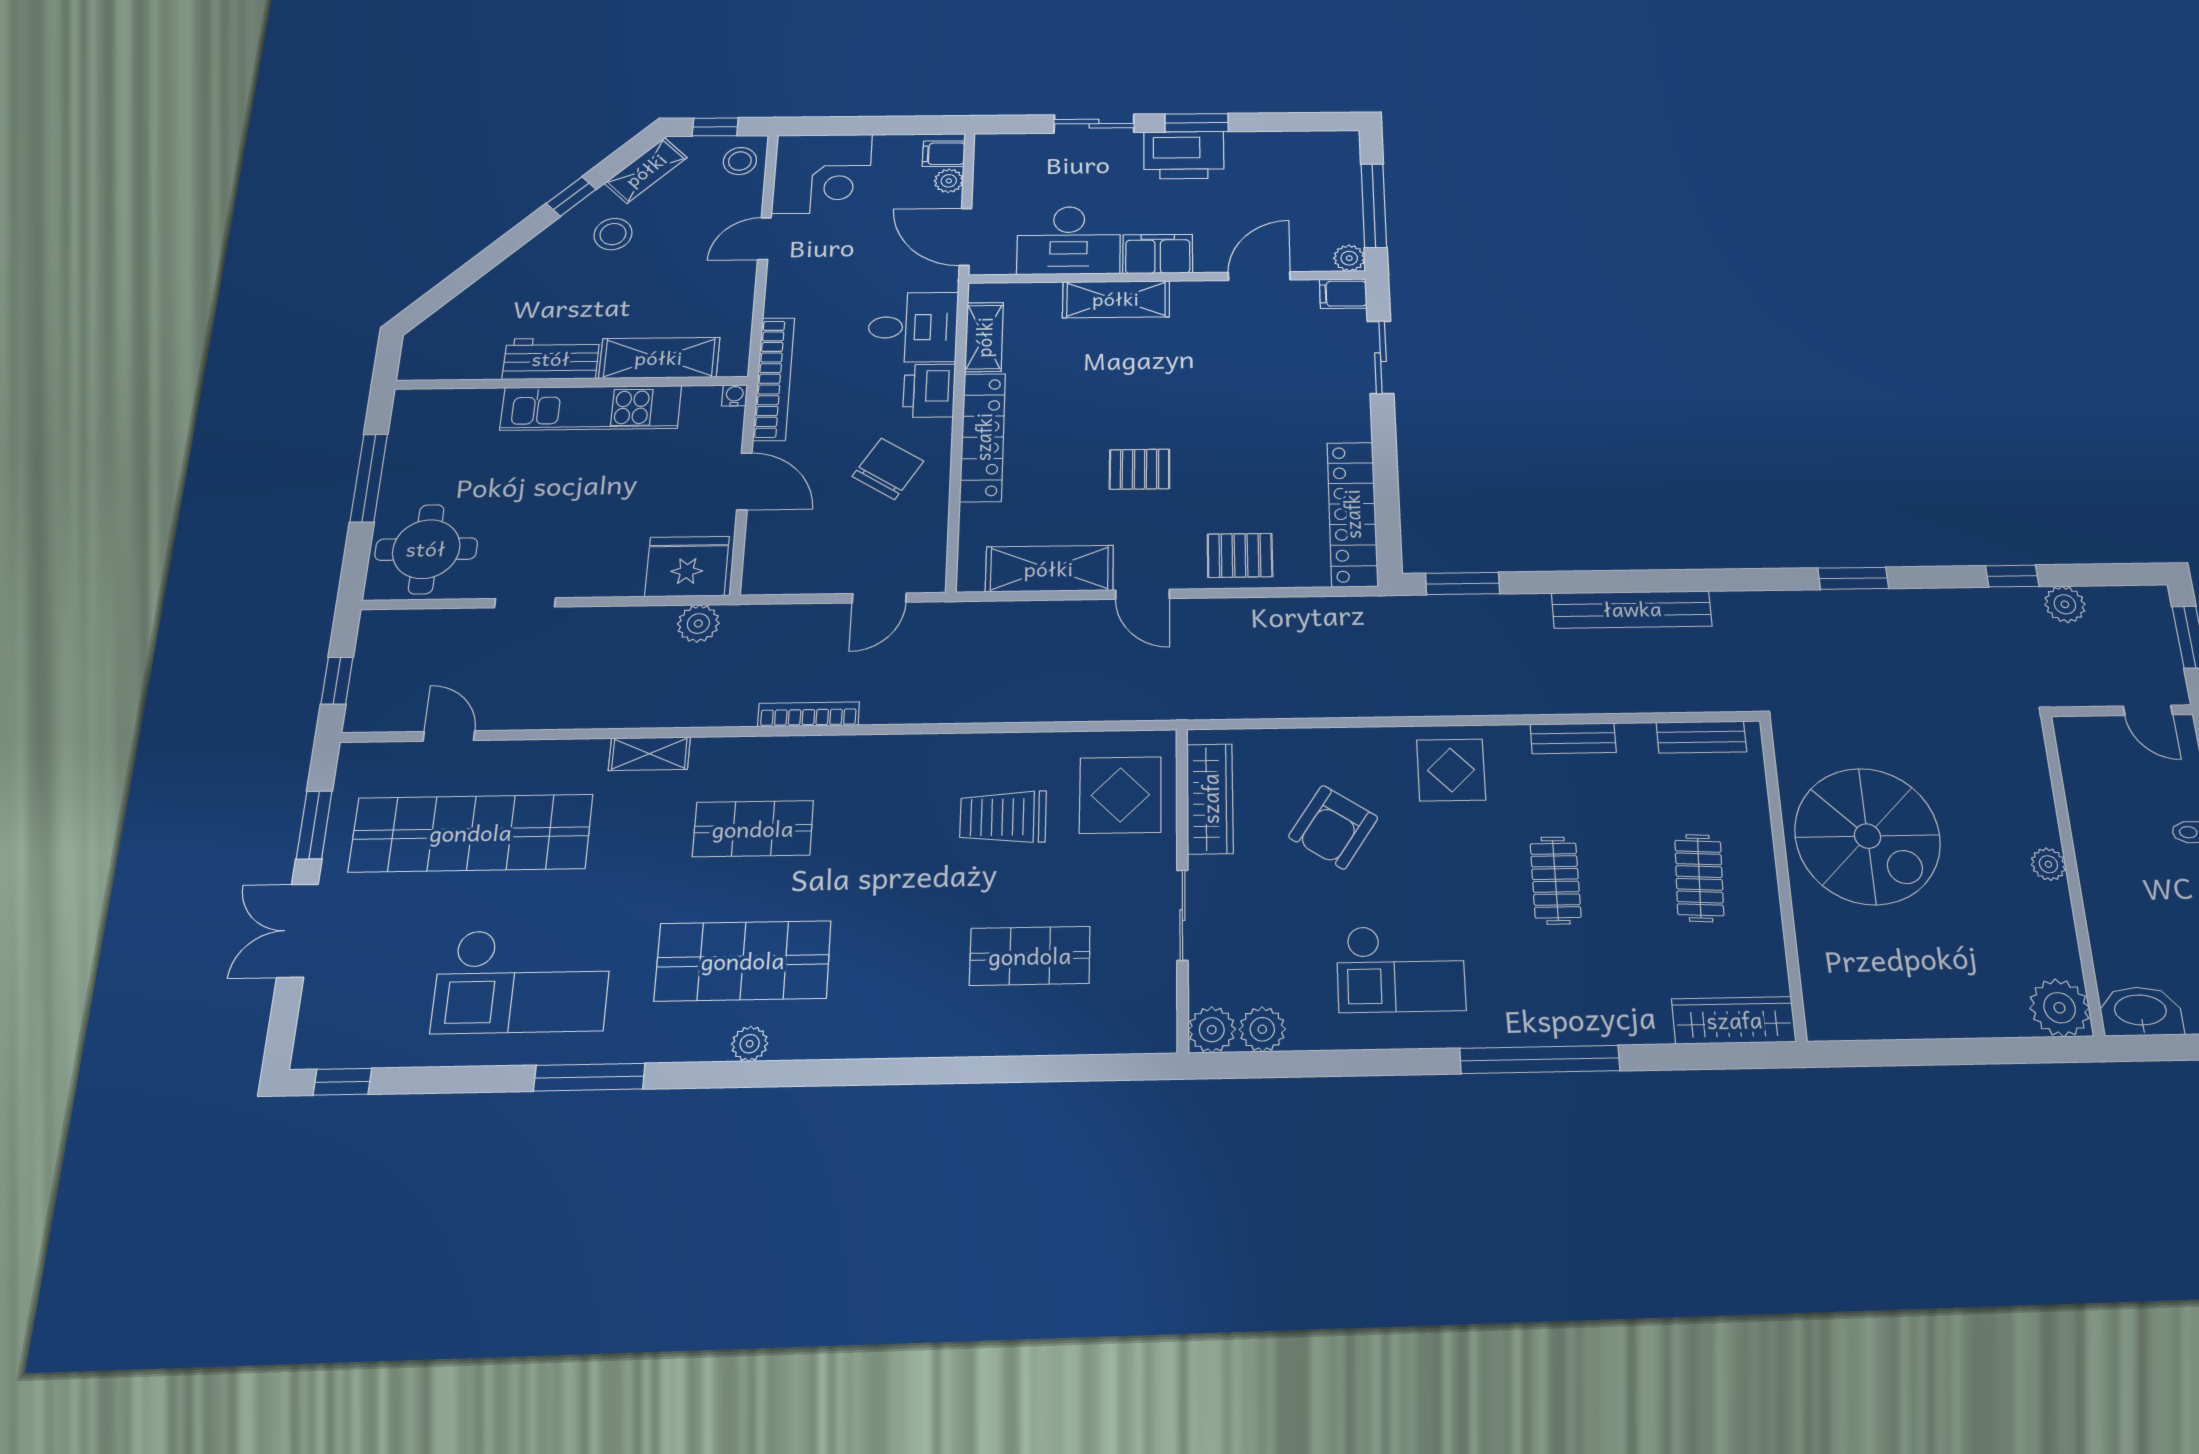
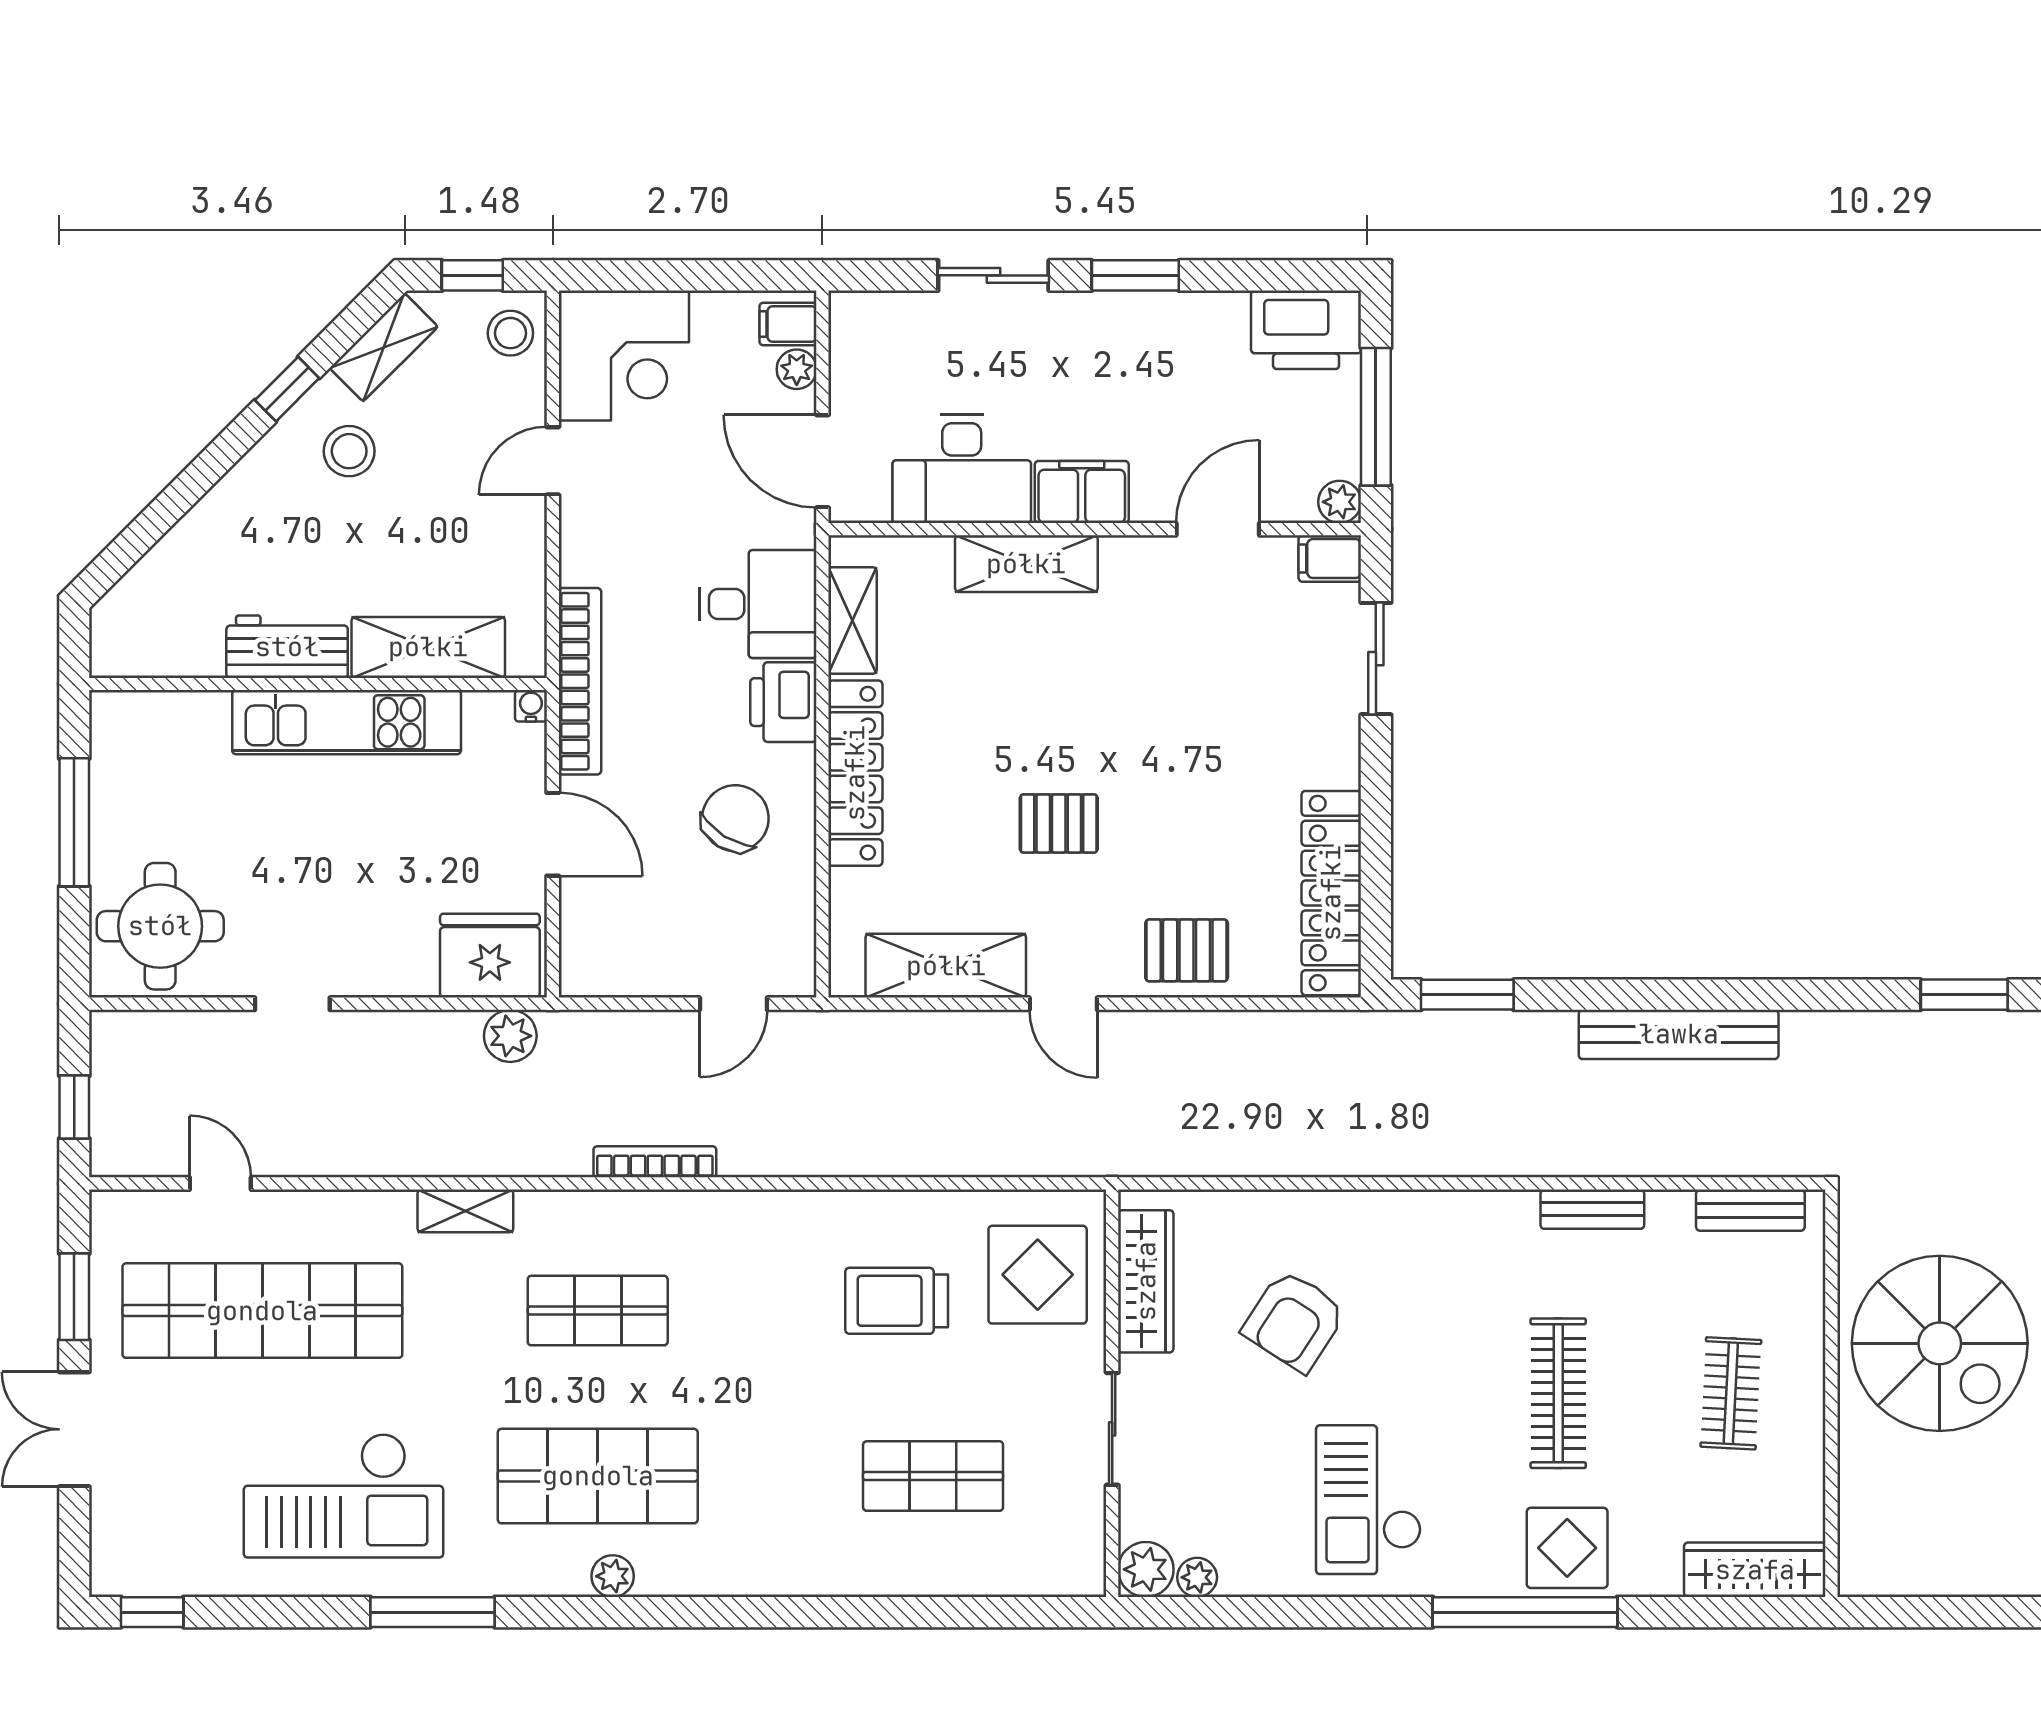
printer: (1184, 155) -> (1306, 330), moved
display table: (1451, 770) -> (1567, 1548), moved
clothes rail: (1556, 880) -> (1558, 1393), width x1.36
checkout: (1401, 969) -> (1368, 1500), turned 90
plant: (1262, 1029) -> (1197, 1577), width x0.73, depth x0.73

